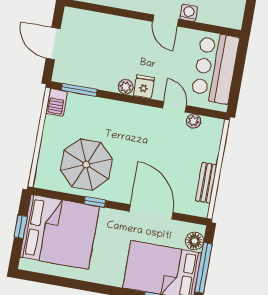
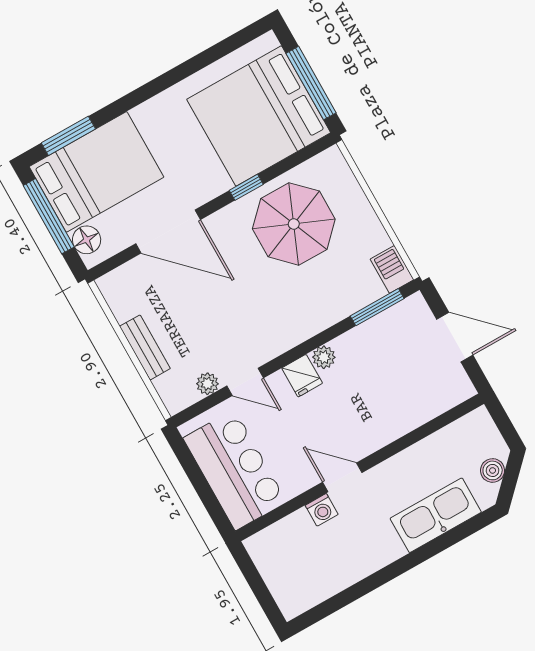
bench: (206, 183) -> (145, 347), moved
window: (21, 227) -> (311, 83), width x2.17

